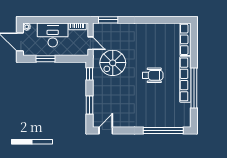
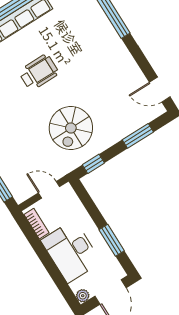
door: (90, 43) -> (49, 190), hinge flipped
spiral stairs: (113, 63) -> (71, 128), moved, turned 90
wheelchair: (153, 75) -> (39, 72), turned 90

